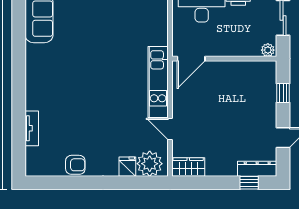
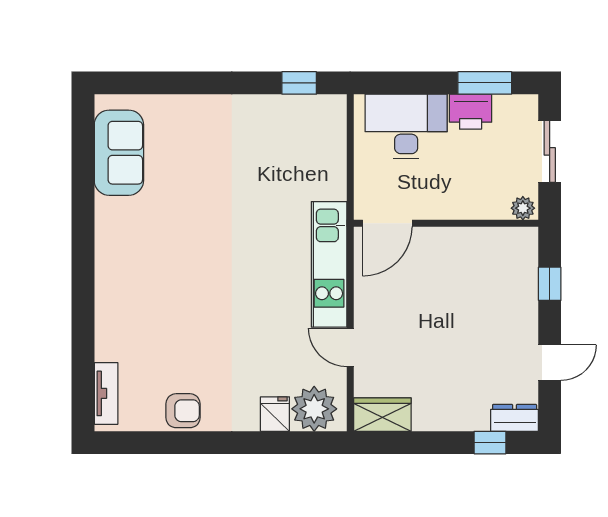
tv unit: (32, 128) -> (106, 393), moved
dresser: (257, 169) -> (515, 418), width x0.70

